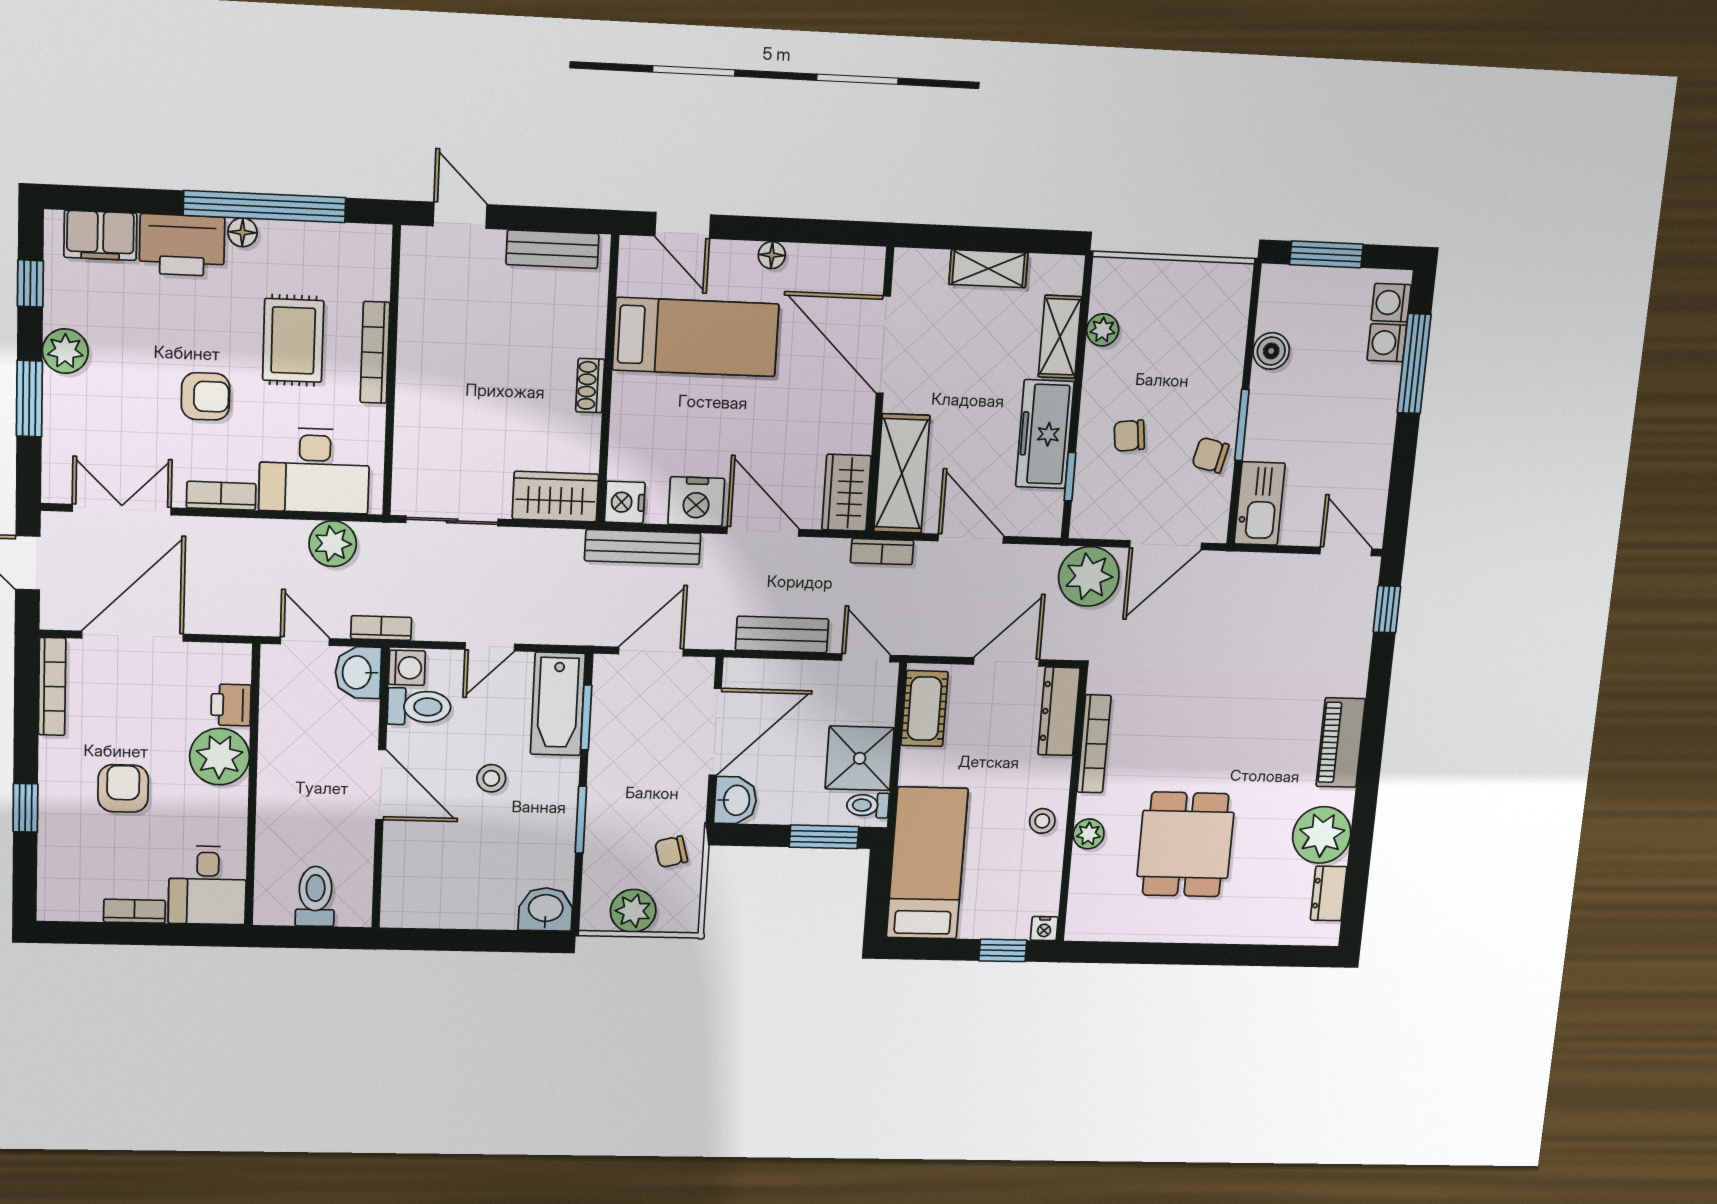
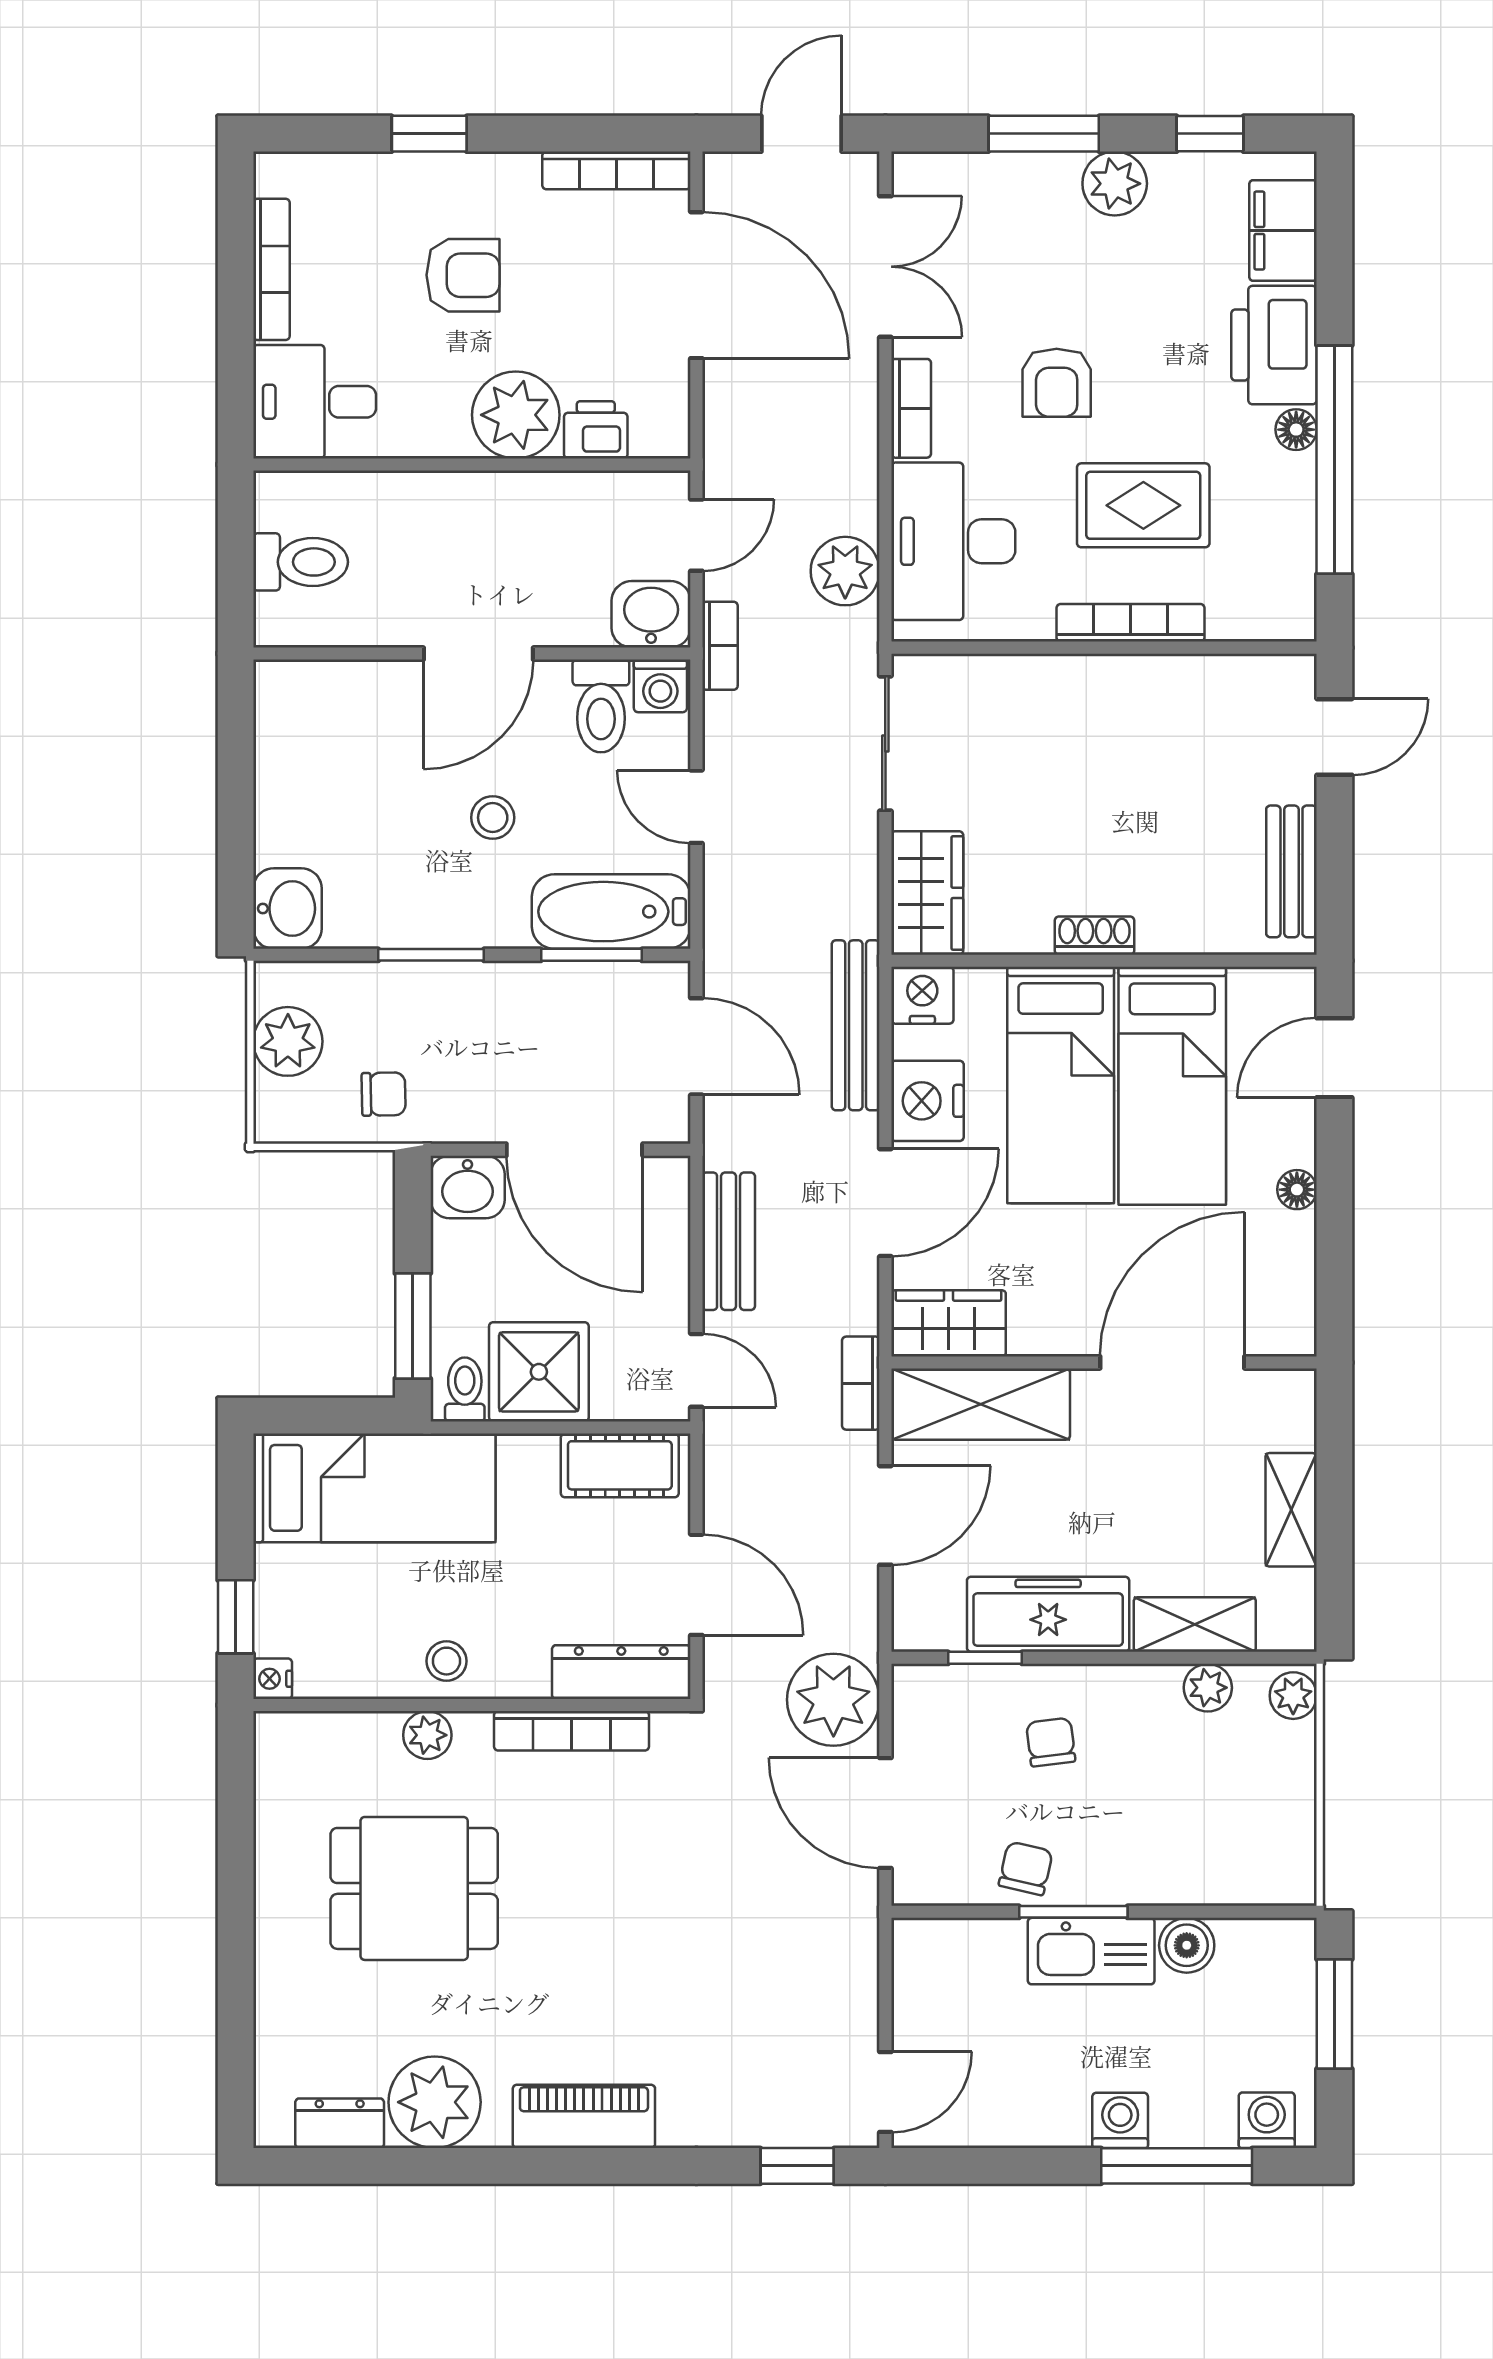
plant: (1113, 273) -> (1293, 1696), added
washing machine: (1387, 343) -> (1120, 2120), moved
bed: (691, 412) -> (1061, 1085), added
kitchen sink: (1260, 504) -> (1091, 1951), moved
door: (866, 658) -> (696, 1370), hinge flipped
chair: (671, 852) -> (384, 1094), turned 104
bookcase: (134, 911) -> (271, 269), width x1.56

